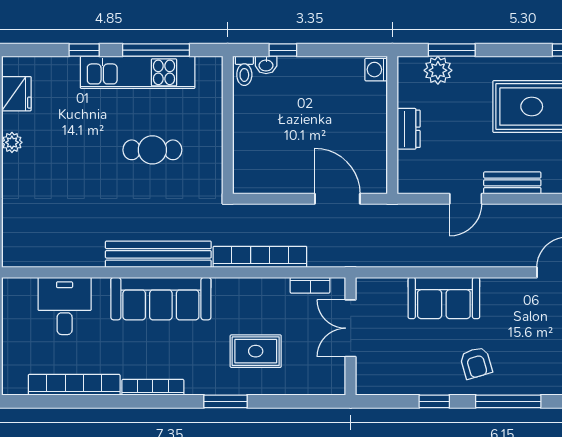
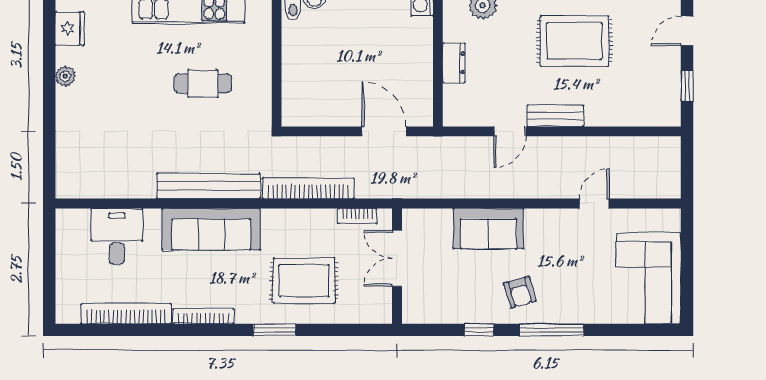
rug: (256, 351) -> (304, 281), width x1.36, depth x1.43

